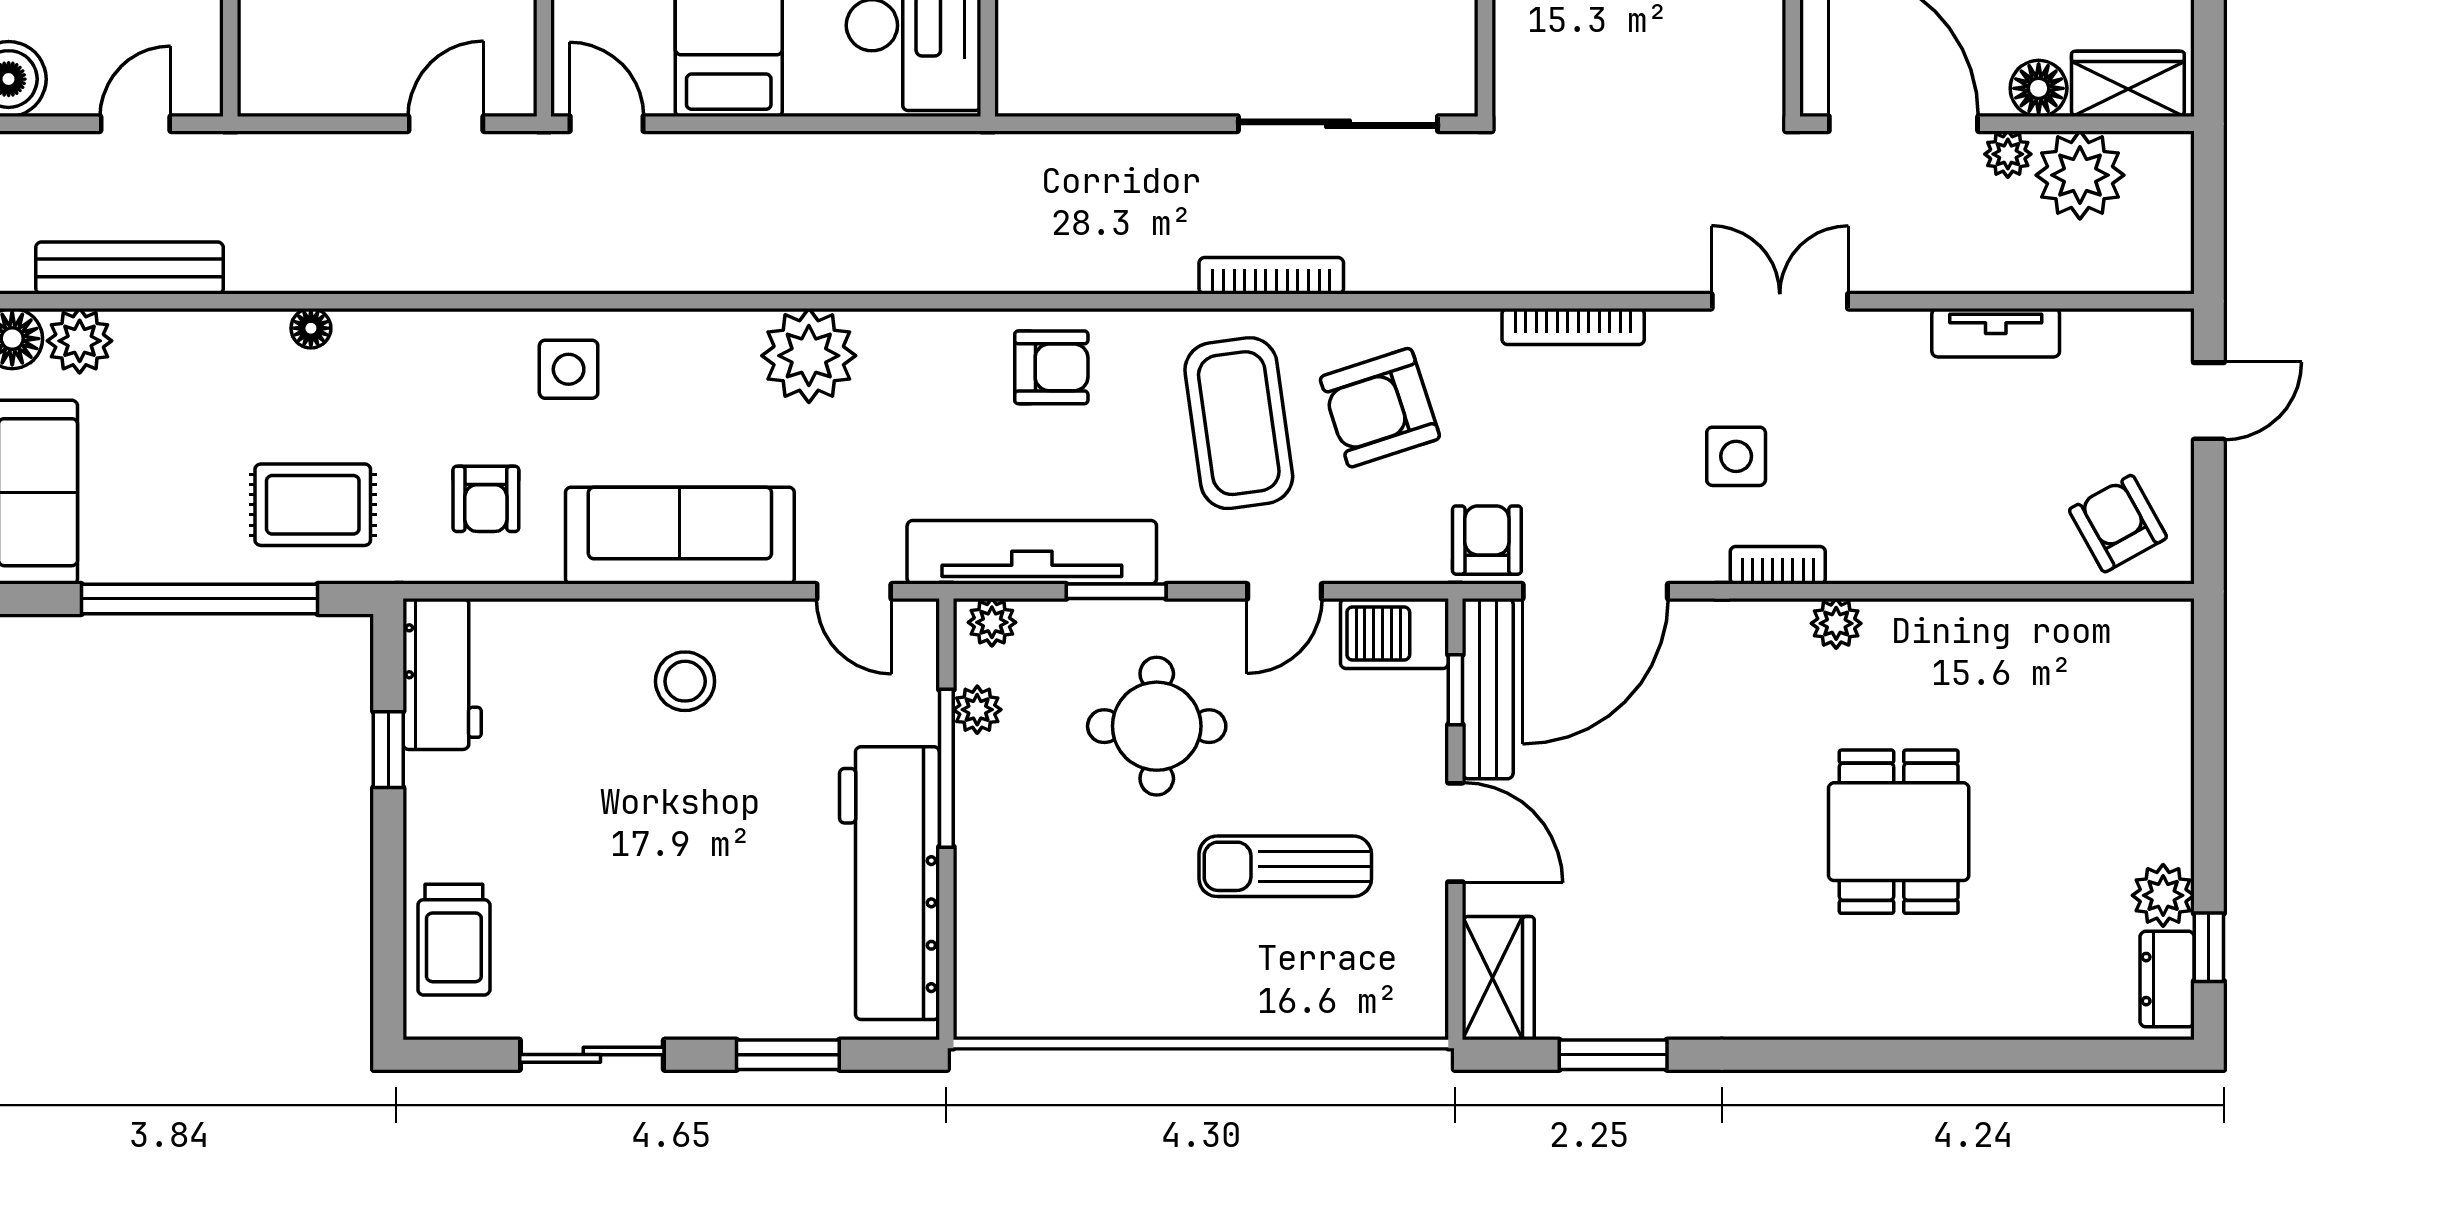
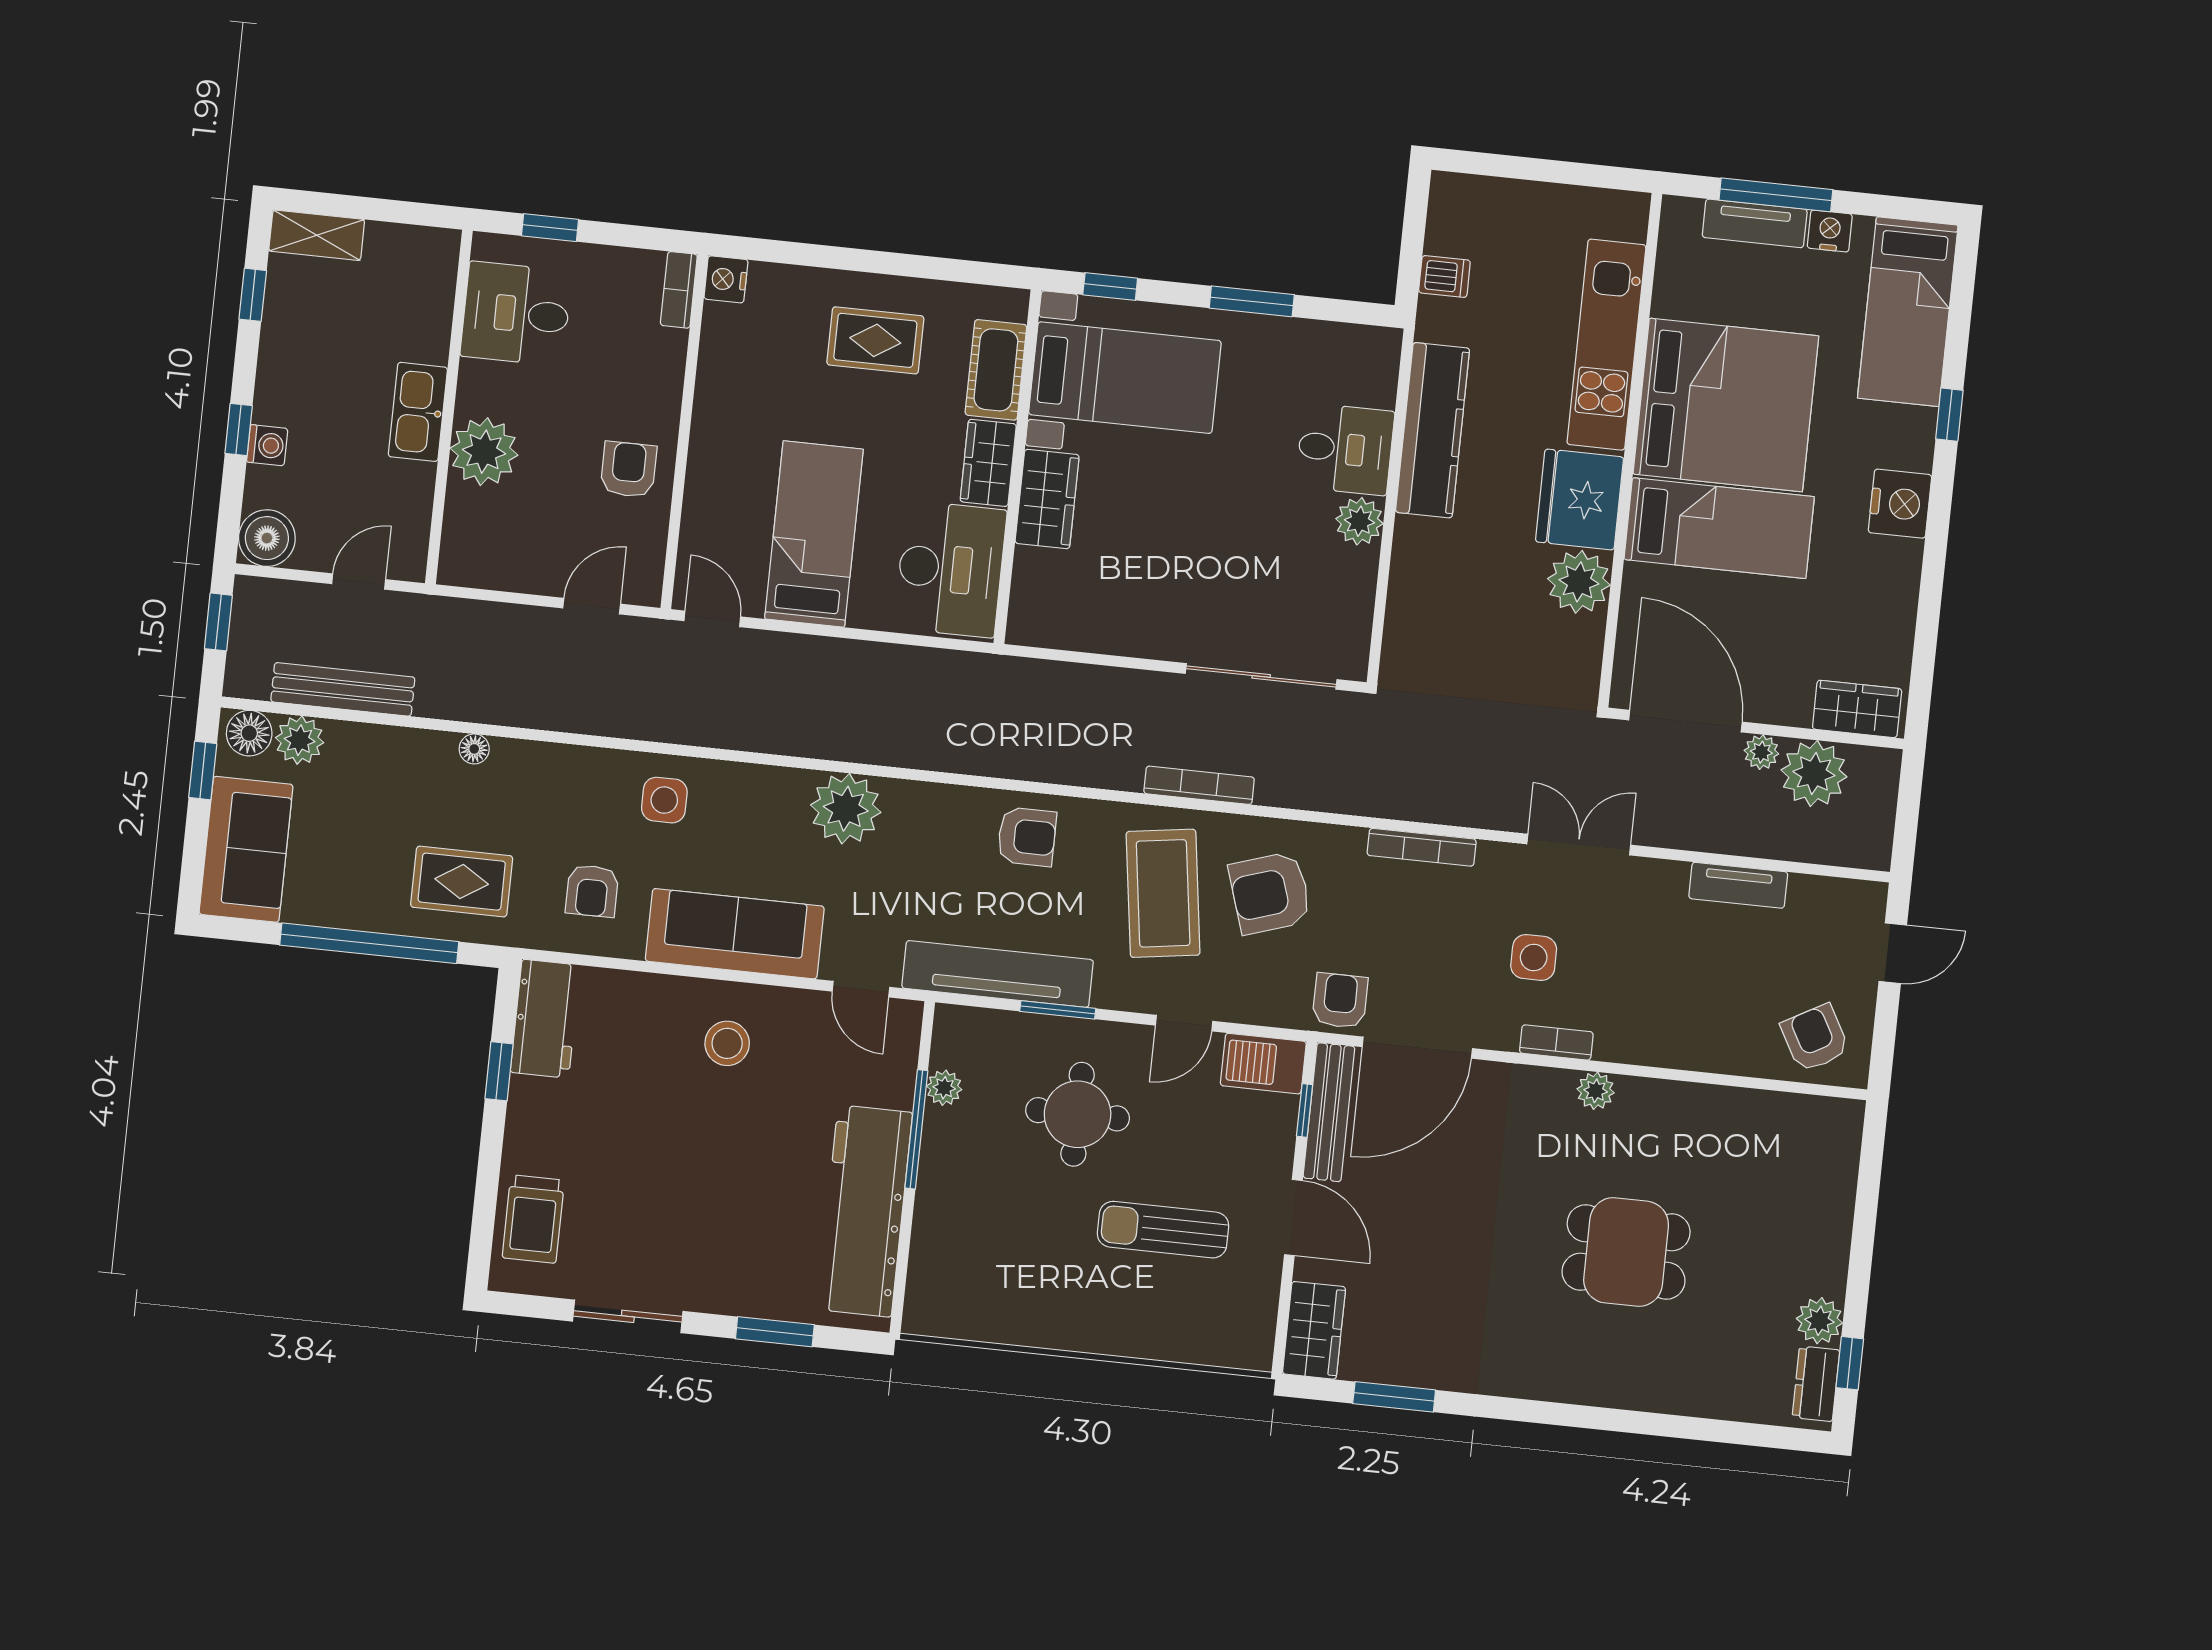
floor lamp: (2039, 88) -> (1790, 705), removed
plant: (992, 622) -> (962, 1023), removed
dining table: (1899, 832) -> (1626, 1252), turned 90

